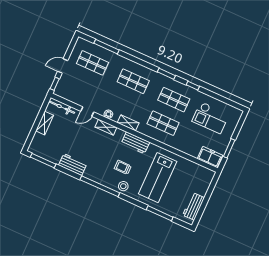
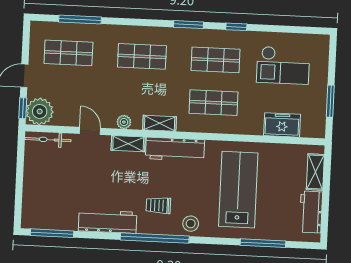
plant: (63, 89) -> (40, 111), added
door: (87, 112) -> (90, 131), swing flipped
shelving: (45, 123) -> (315, 172), moved
workbench: (135, 143) -> (175, 149), width x1.38
freezer: (210, 157) -> (282, 125), moved
workbench: (73, 165) -> (108, 222), width x1.38
trolley: (123, 167) -> (158, 205), moved
lab bench: (158, 178) -> (238, 190), turned 180

